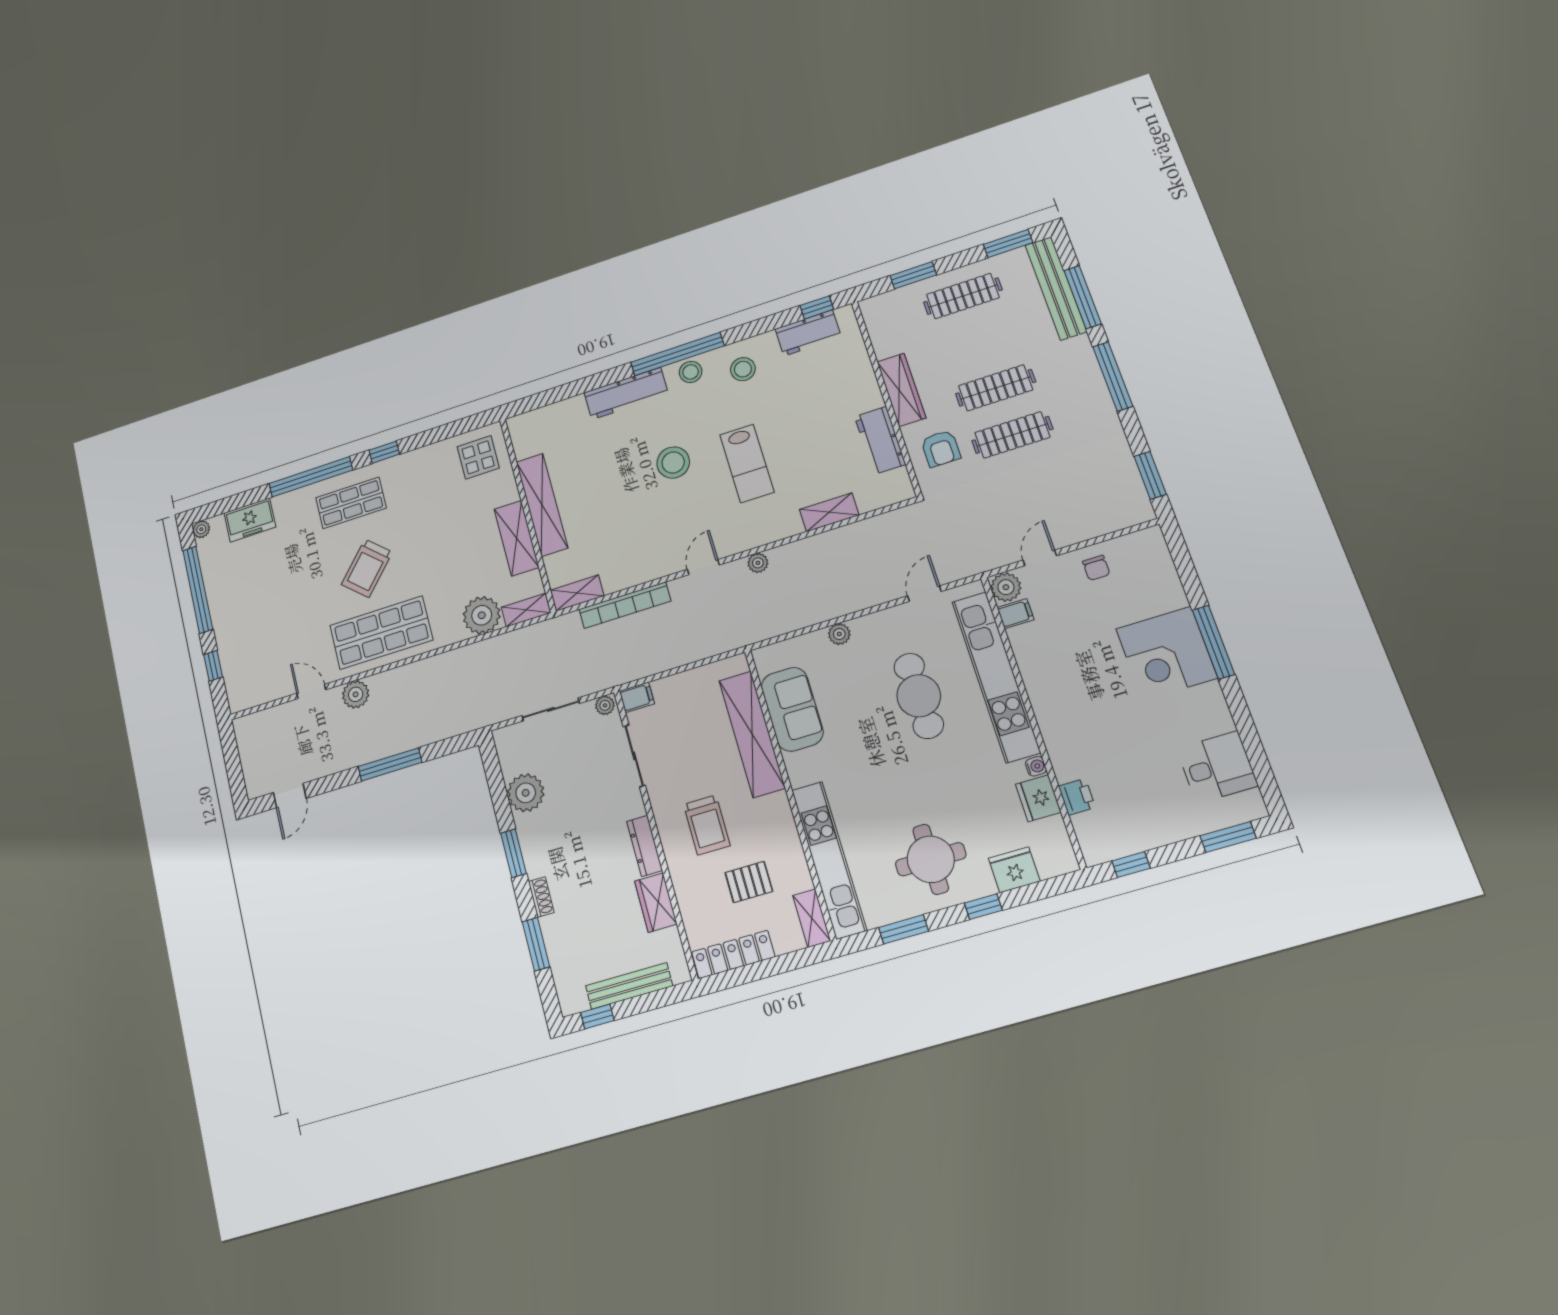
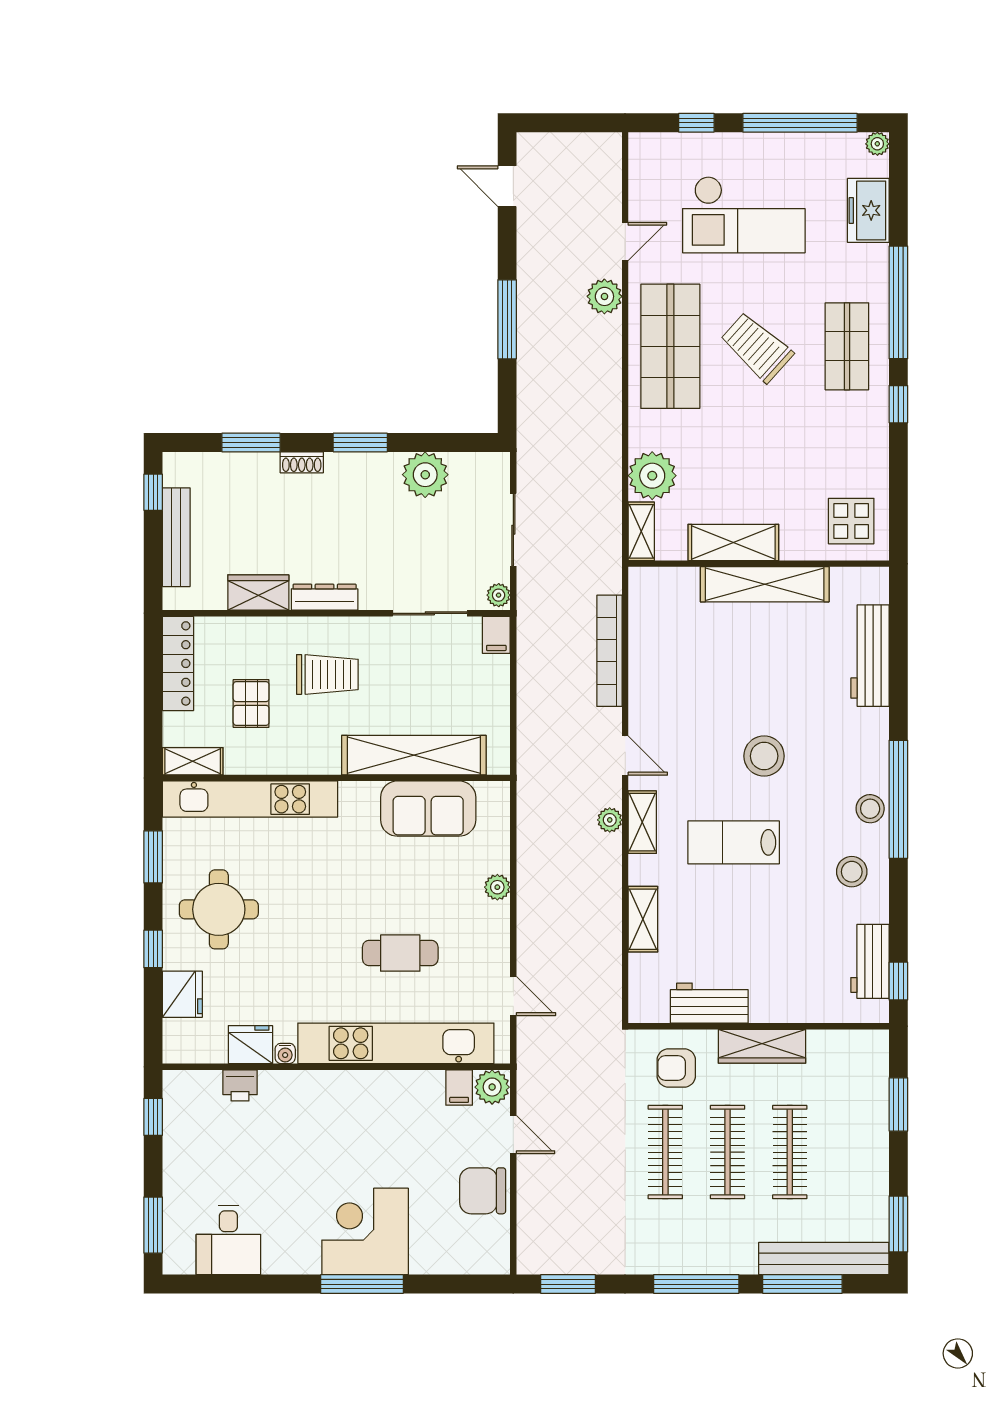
clothes rail: (963, 296) -> (790, 1152), moved
workbench: (626, 393) -> (870, 656), moved
chair: (1096, 568) -> (483, 1191), width x1.87, depth x1.87
shelving: (577, 593) -> (642, 822), moved
checkout: (272, 609) -> (744, 215), added
cafe table: (919, 696) -> (400, 953), width x0.73, depth x0.74
trolley: (707, 825) -> (327, 674), turned 180

